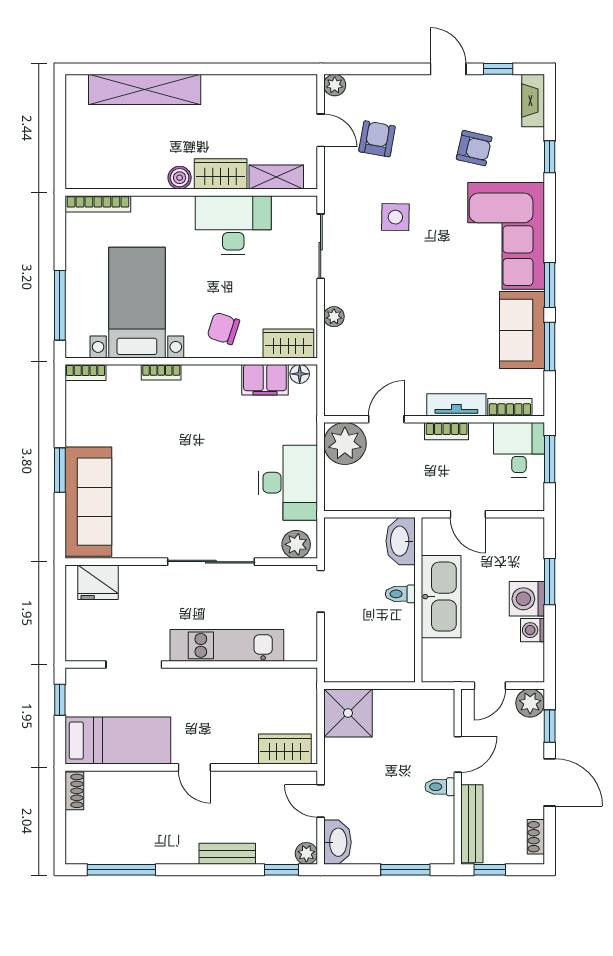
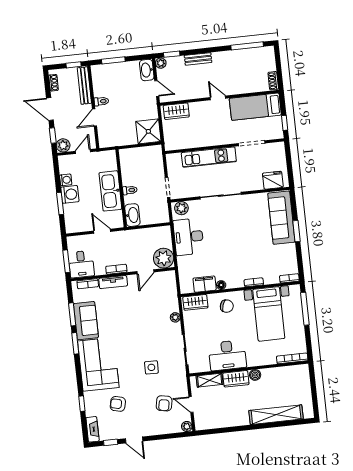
floor lamp: (300, 374) -> (221, 285), moved

